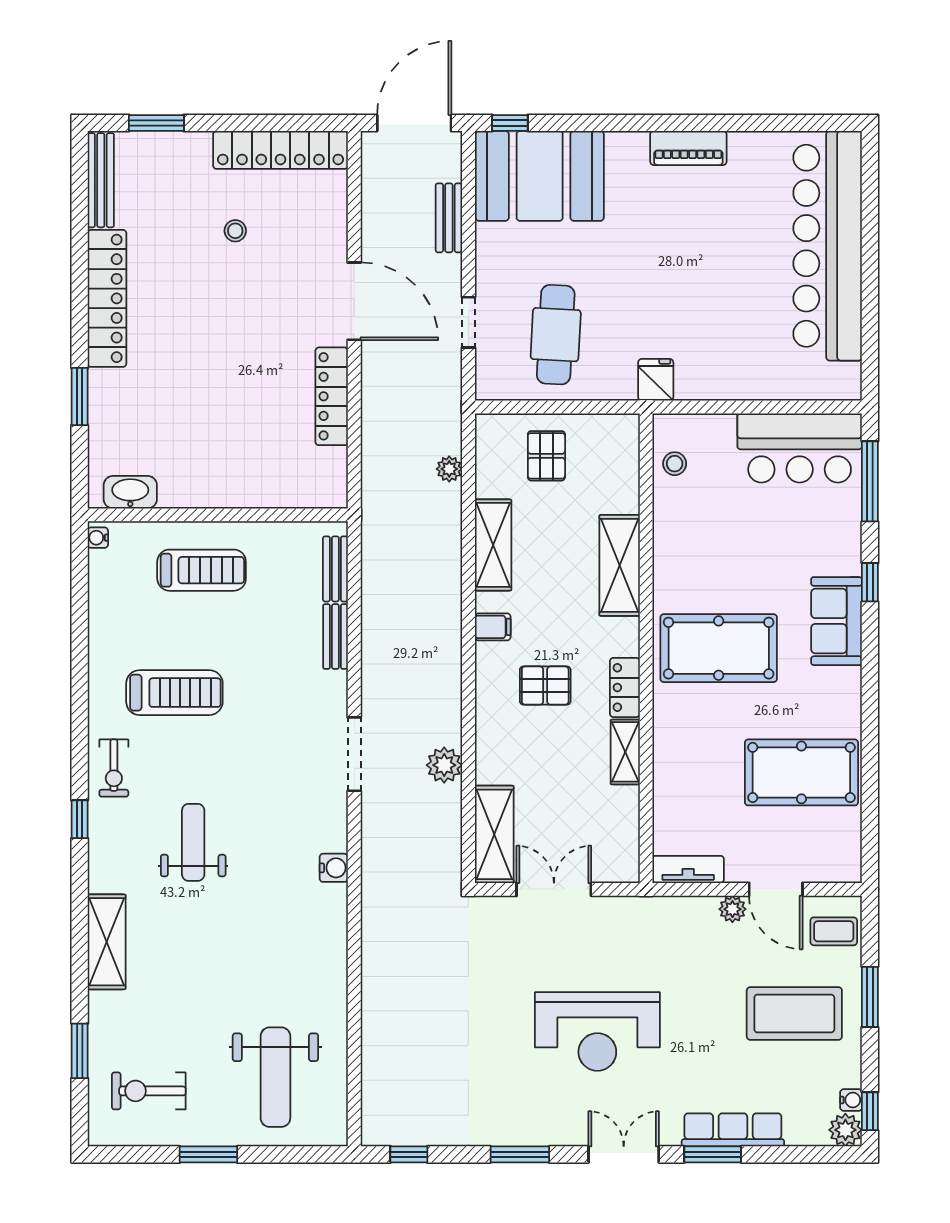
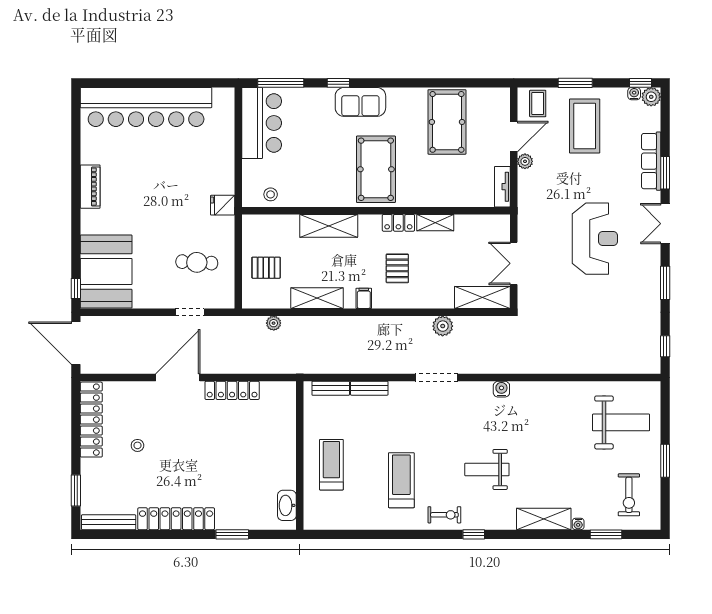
bench: (449, 218) -> (130, 323), removed
cafe table: (556, 335) -> (197, 262), width x0.73, depth x0.74
water cooler: (98, 538) -> (578, 524), moved

